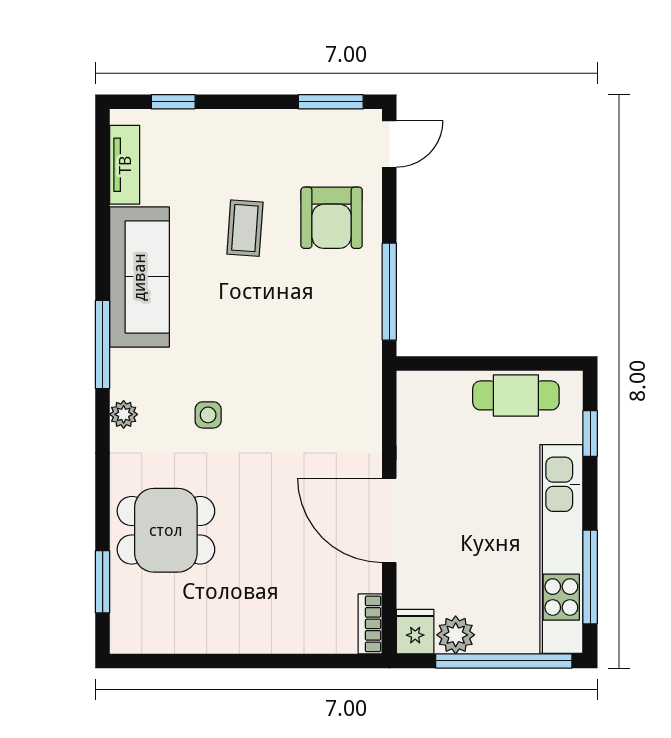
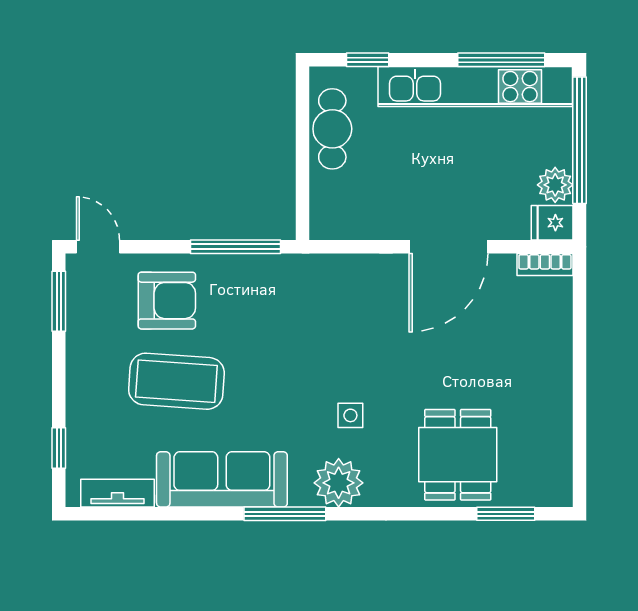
coffee table: (245, 228) -> (176, 381), width x1.86, depth x1.72
plant: (124, 414) -> (339, 483), width x1.87, depth x1.87

